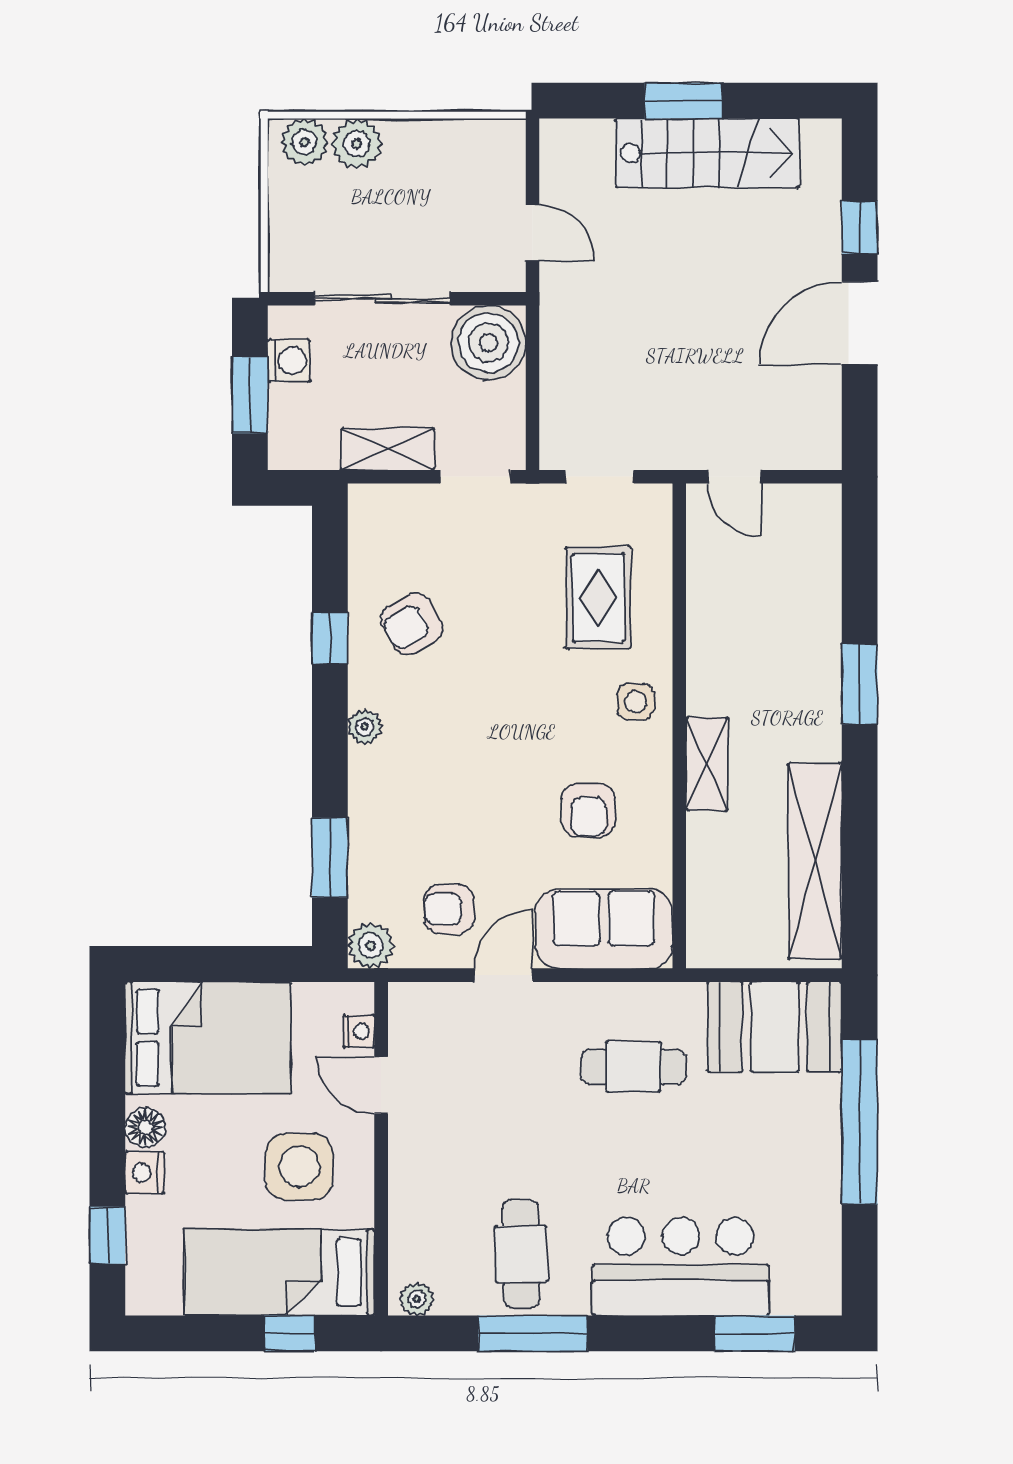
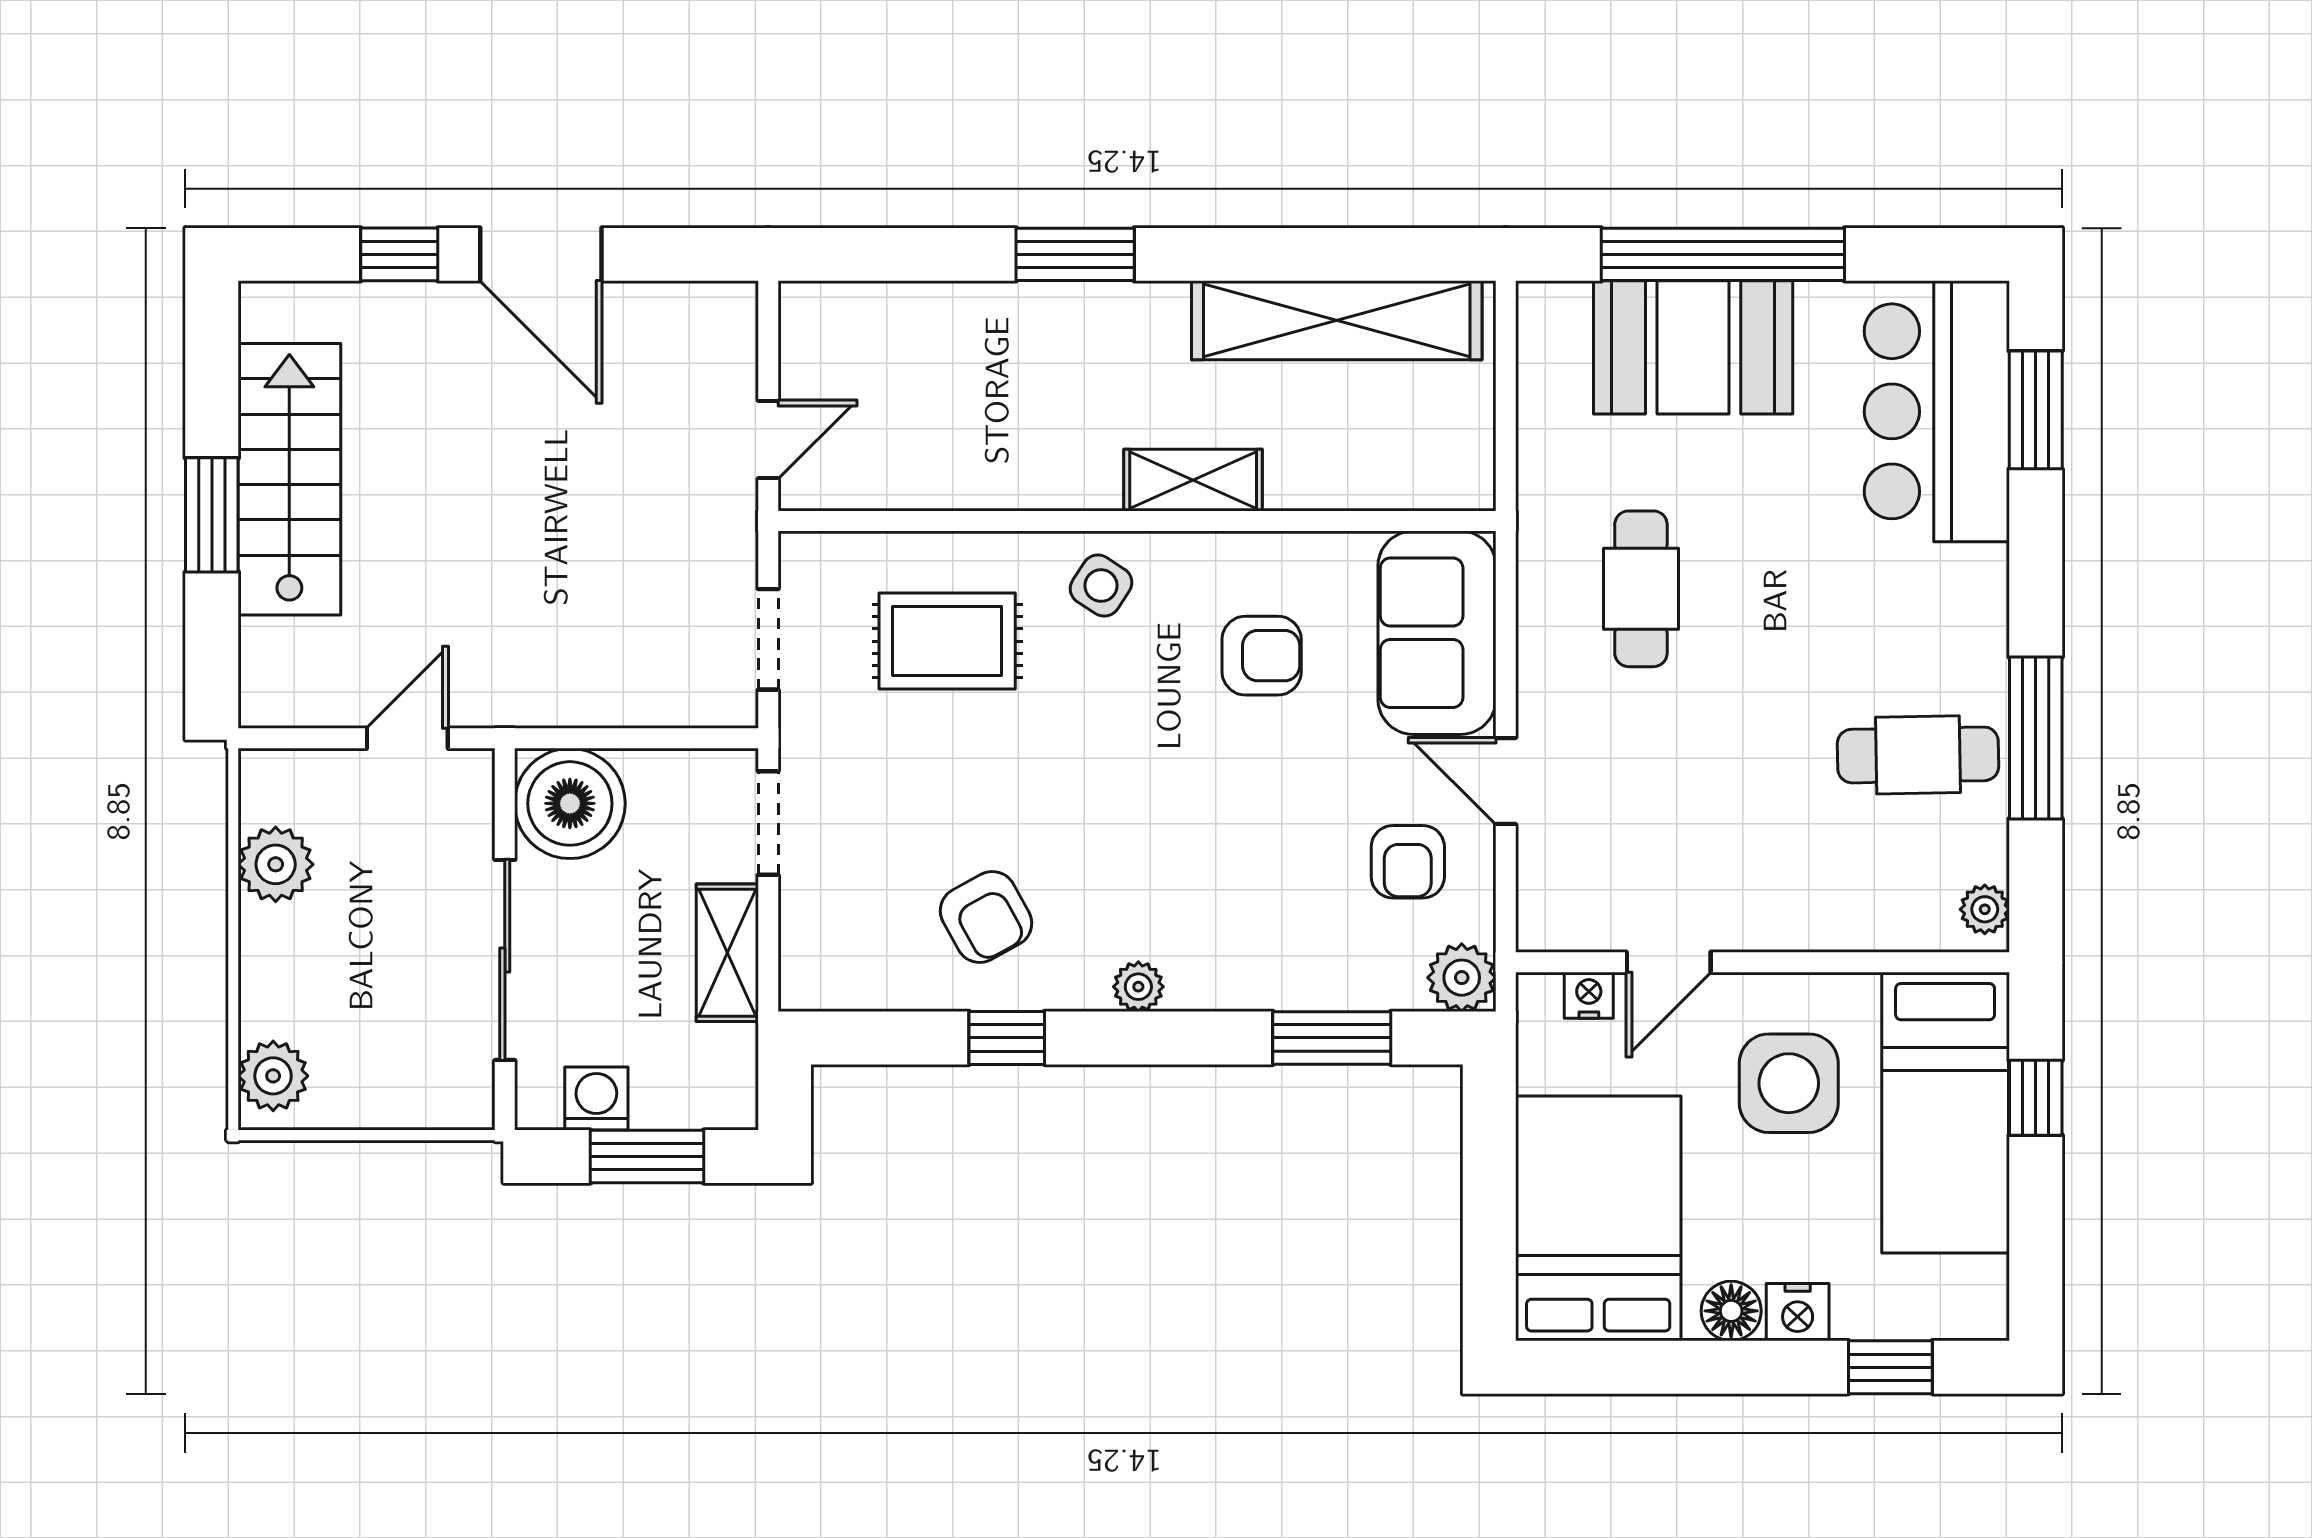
plant: (357, 144) -> (276, 864), moved
side table: (636, 702) -> (1101, 586), turned 33
booth: (775, 1027) -> (1693, 347), moved, turned 90
bar counter: (681, 1267) -> (1937, 411), moved

